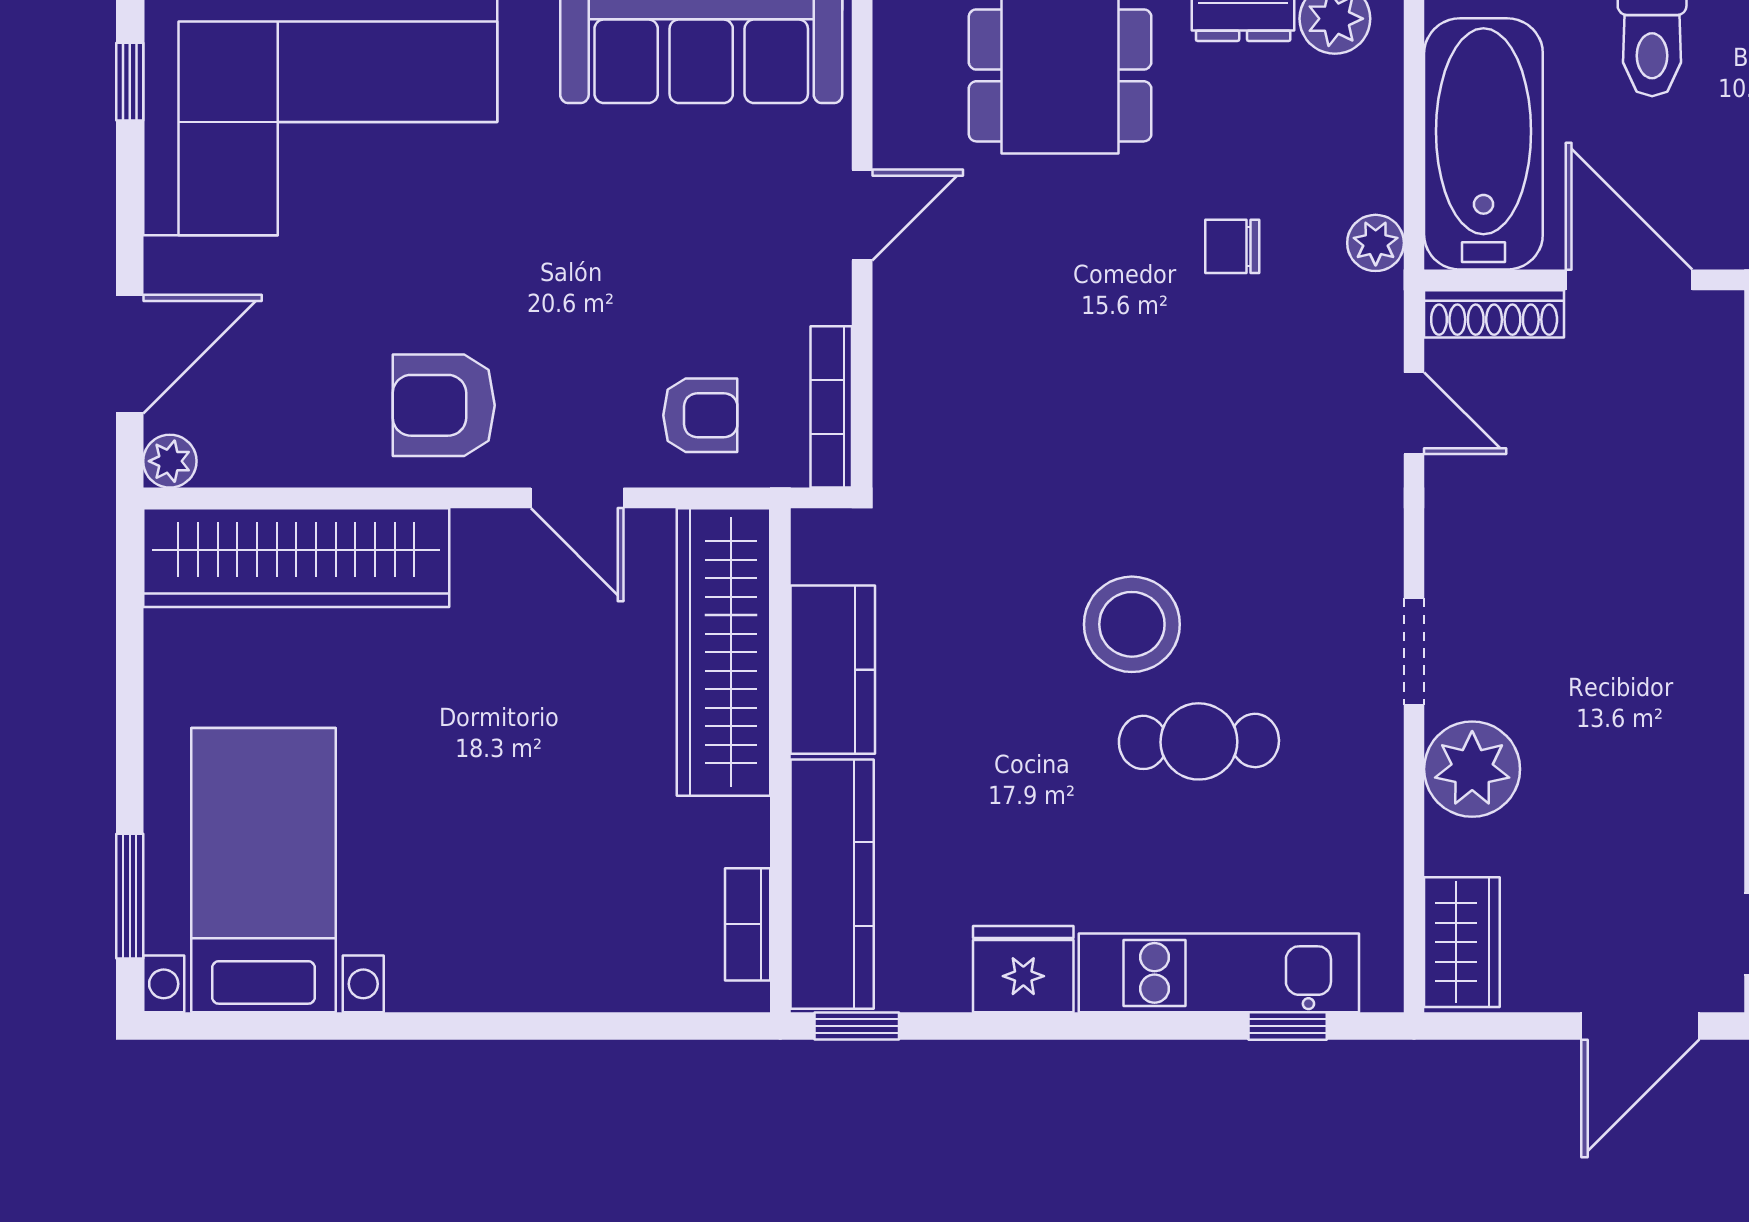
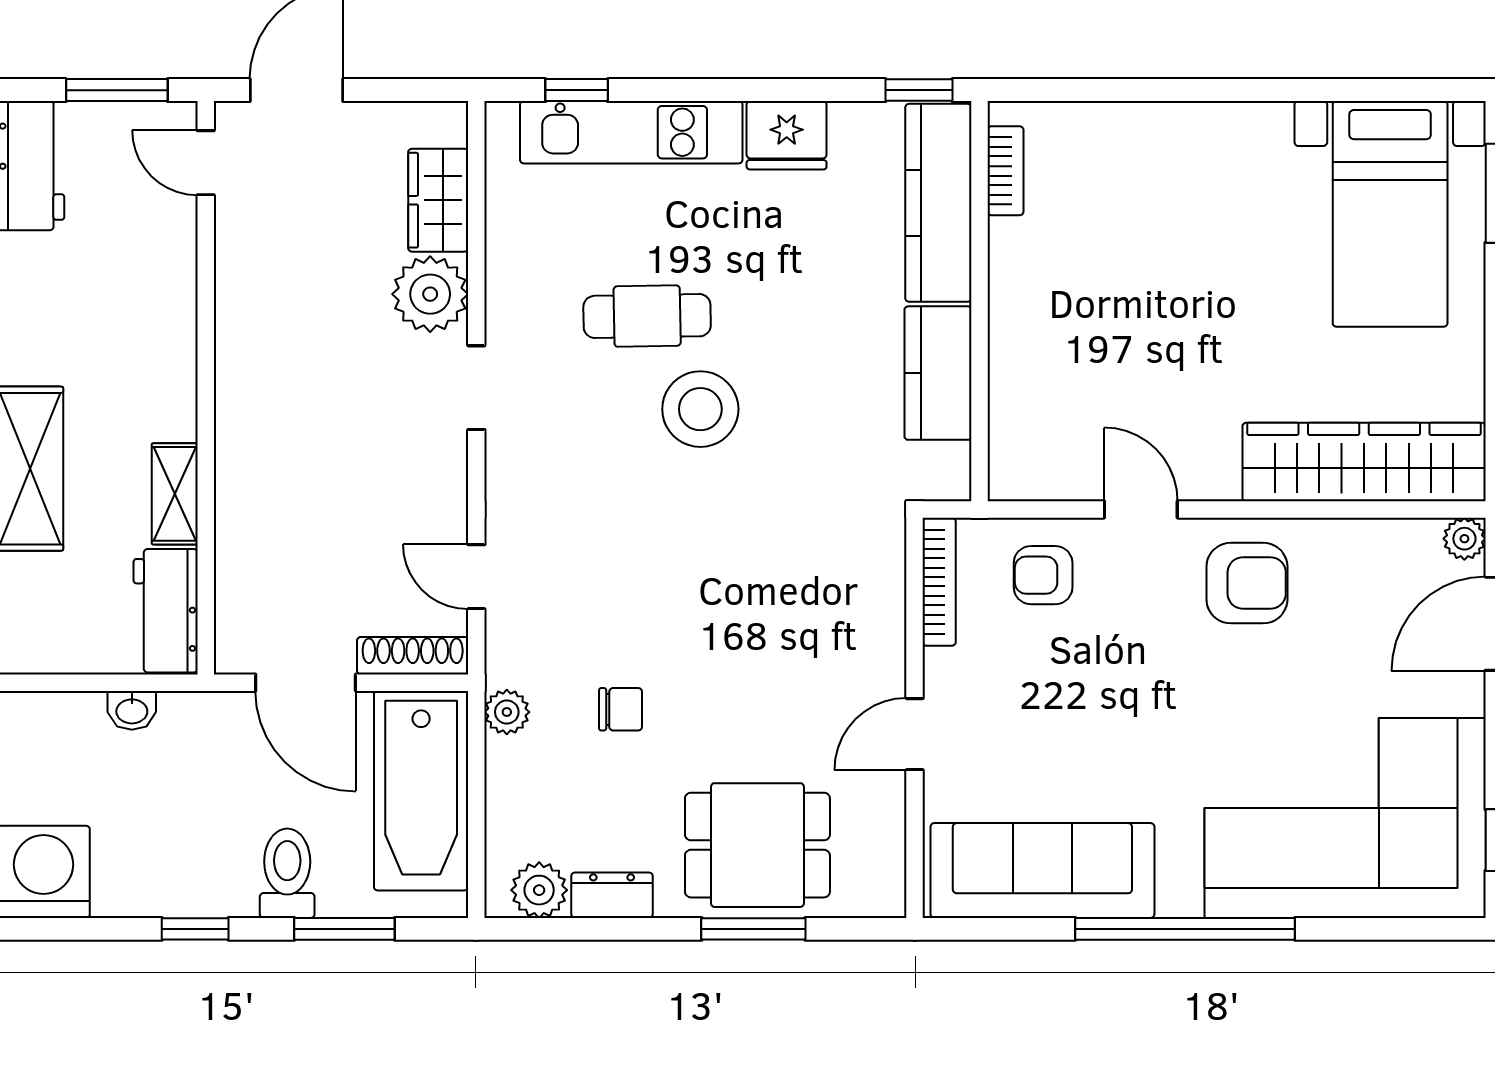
wardrobe: (724, 652) -> (1025, 387), removed
wardrobe: (1462, 942) -> (438, 200), moved

